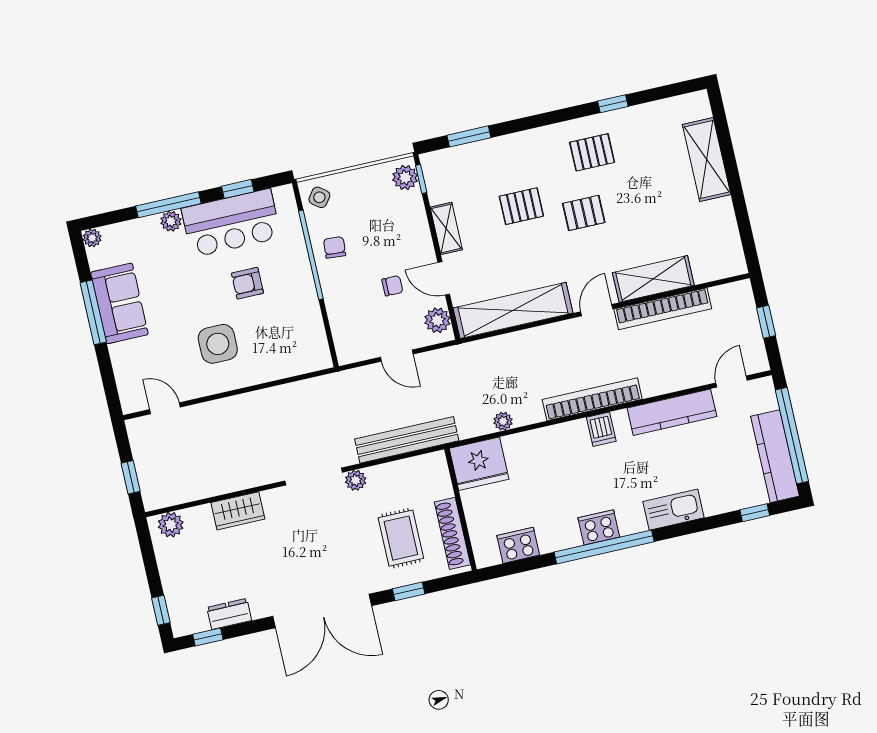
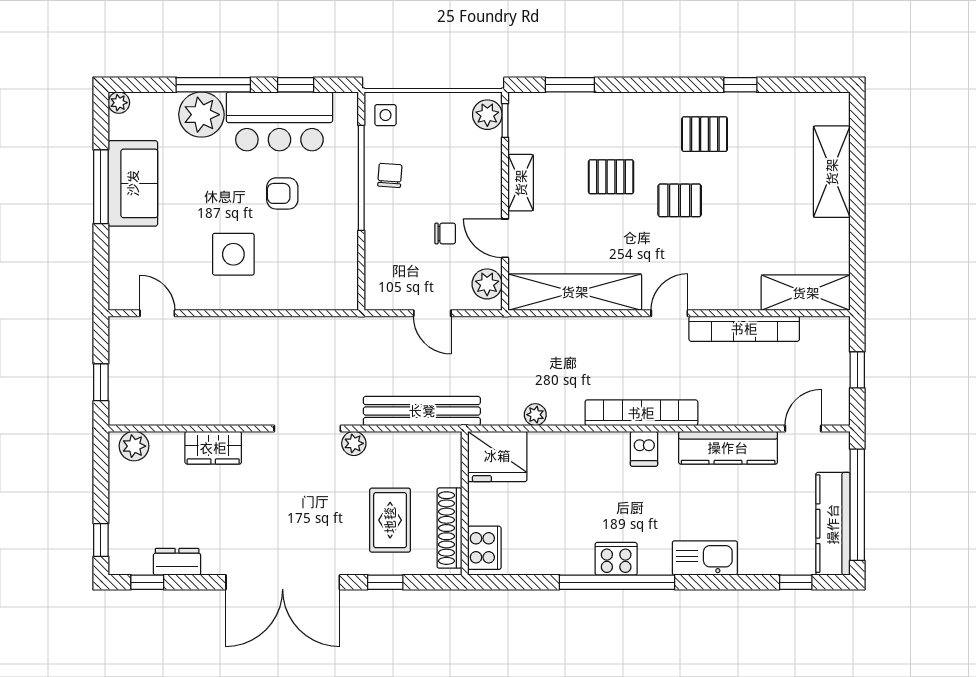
side table: (319, 197) -> (385, 115), turned -38
plant: (171, 221) -> (201, 115), width x1.87, depth x1.87
shelving: (653, 279) -> (806, 293), moved
cooker: (518, 545) -> (484, 548), moved, turned 90

